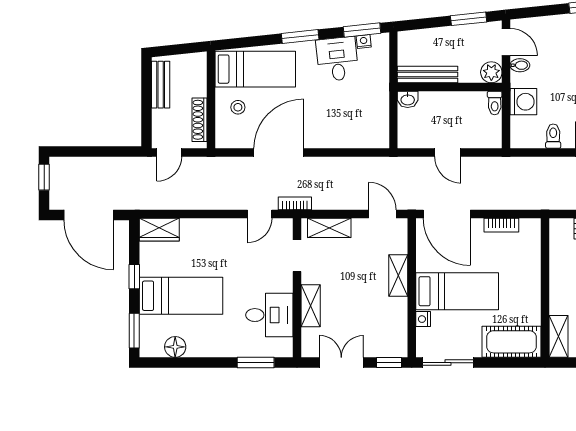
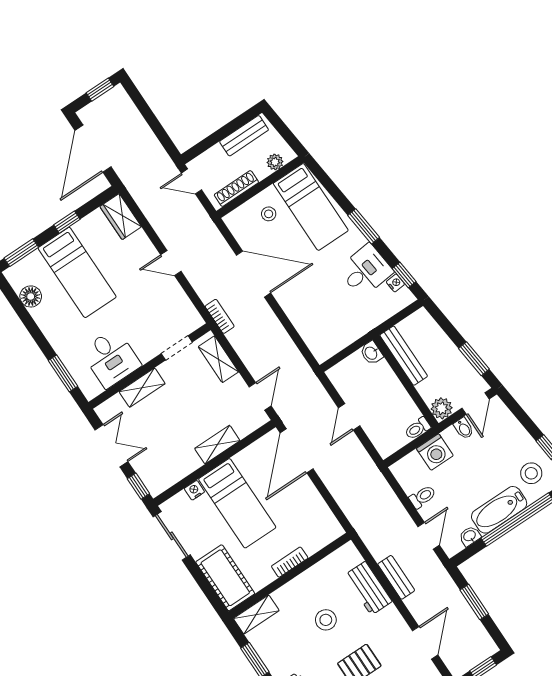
window: (362, 30) -> (404, 275), width x0.67
plant: (199, 74) -> (275, 162), added
door: (260, 214) -> (171, 263), moved
bookcase: (501, 225) -> (290, 562), moved, turned 90

